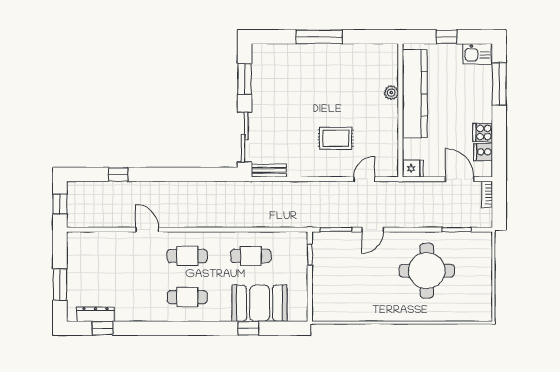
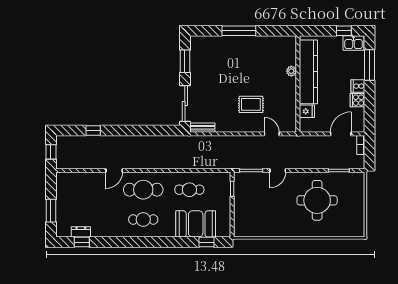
window: (447, 37) -> (344, 31), moved
cooker: (483, 152) -> (358, 86), moved
fridge: (413, 168) -> (307, 111), moved
door: (364, 179) -> (272, 134), hinge flipped
door: (459, 179) -> (341, 134), hinge flipped
door: (147, 230) -> (114, 170), swing flipped
cafe table: (187, 256) -> (143, 190), width x1.37, depth x1.35
dresser: (96, 314) -> (81, 232), width x0.70
window: (248, 328) -> (206, 242), moved

